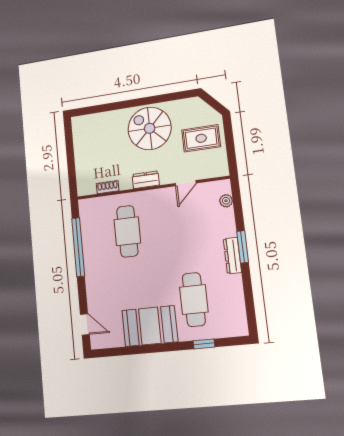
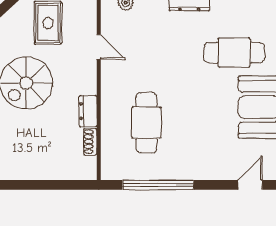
dresser: (146, 180) -> (88, 111), moved
cafe table: (127, 231) -> (146, 123), turned 90

